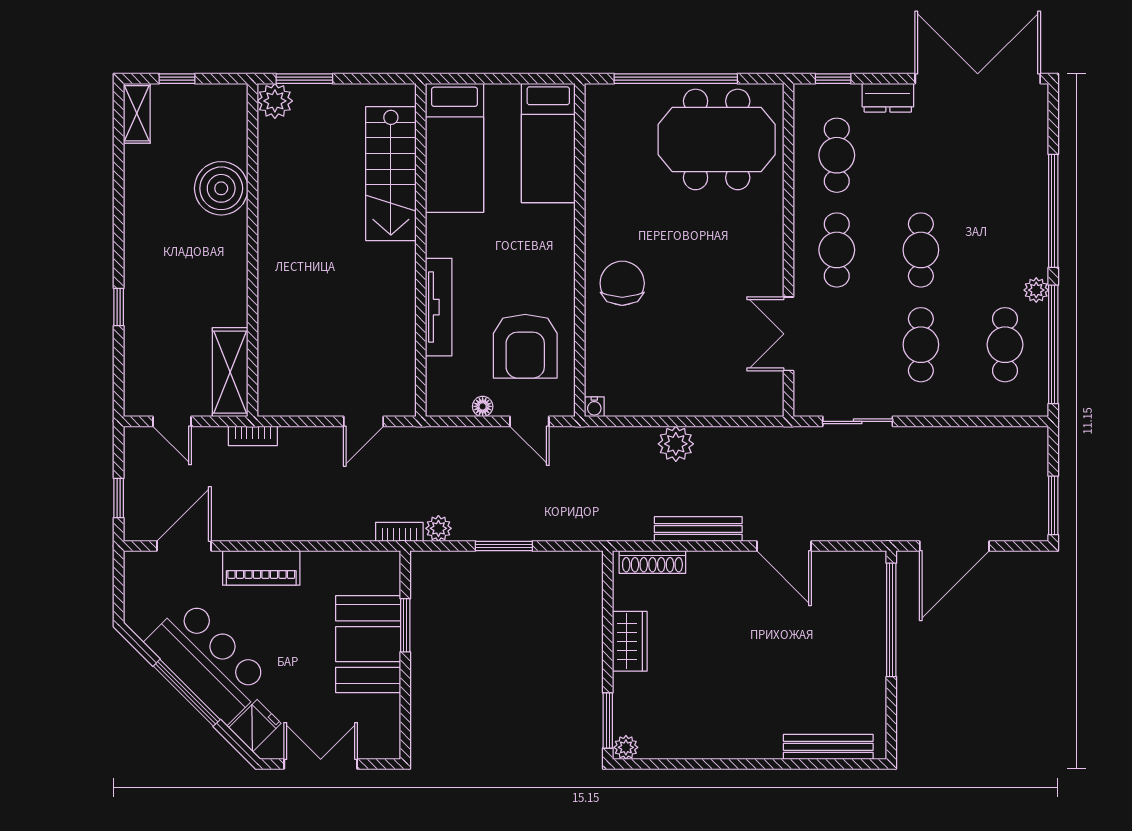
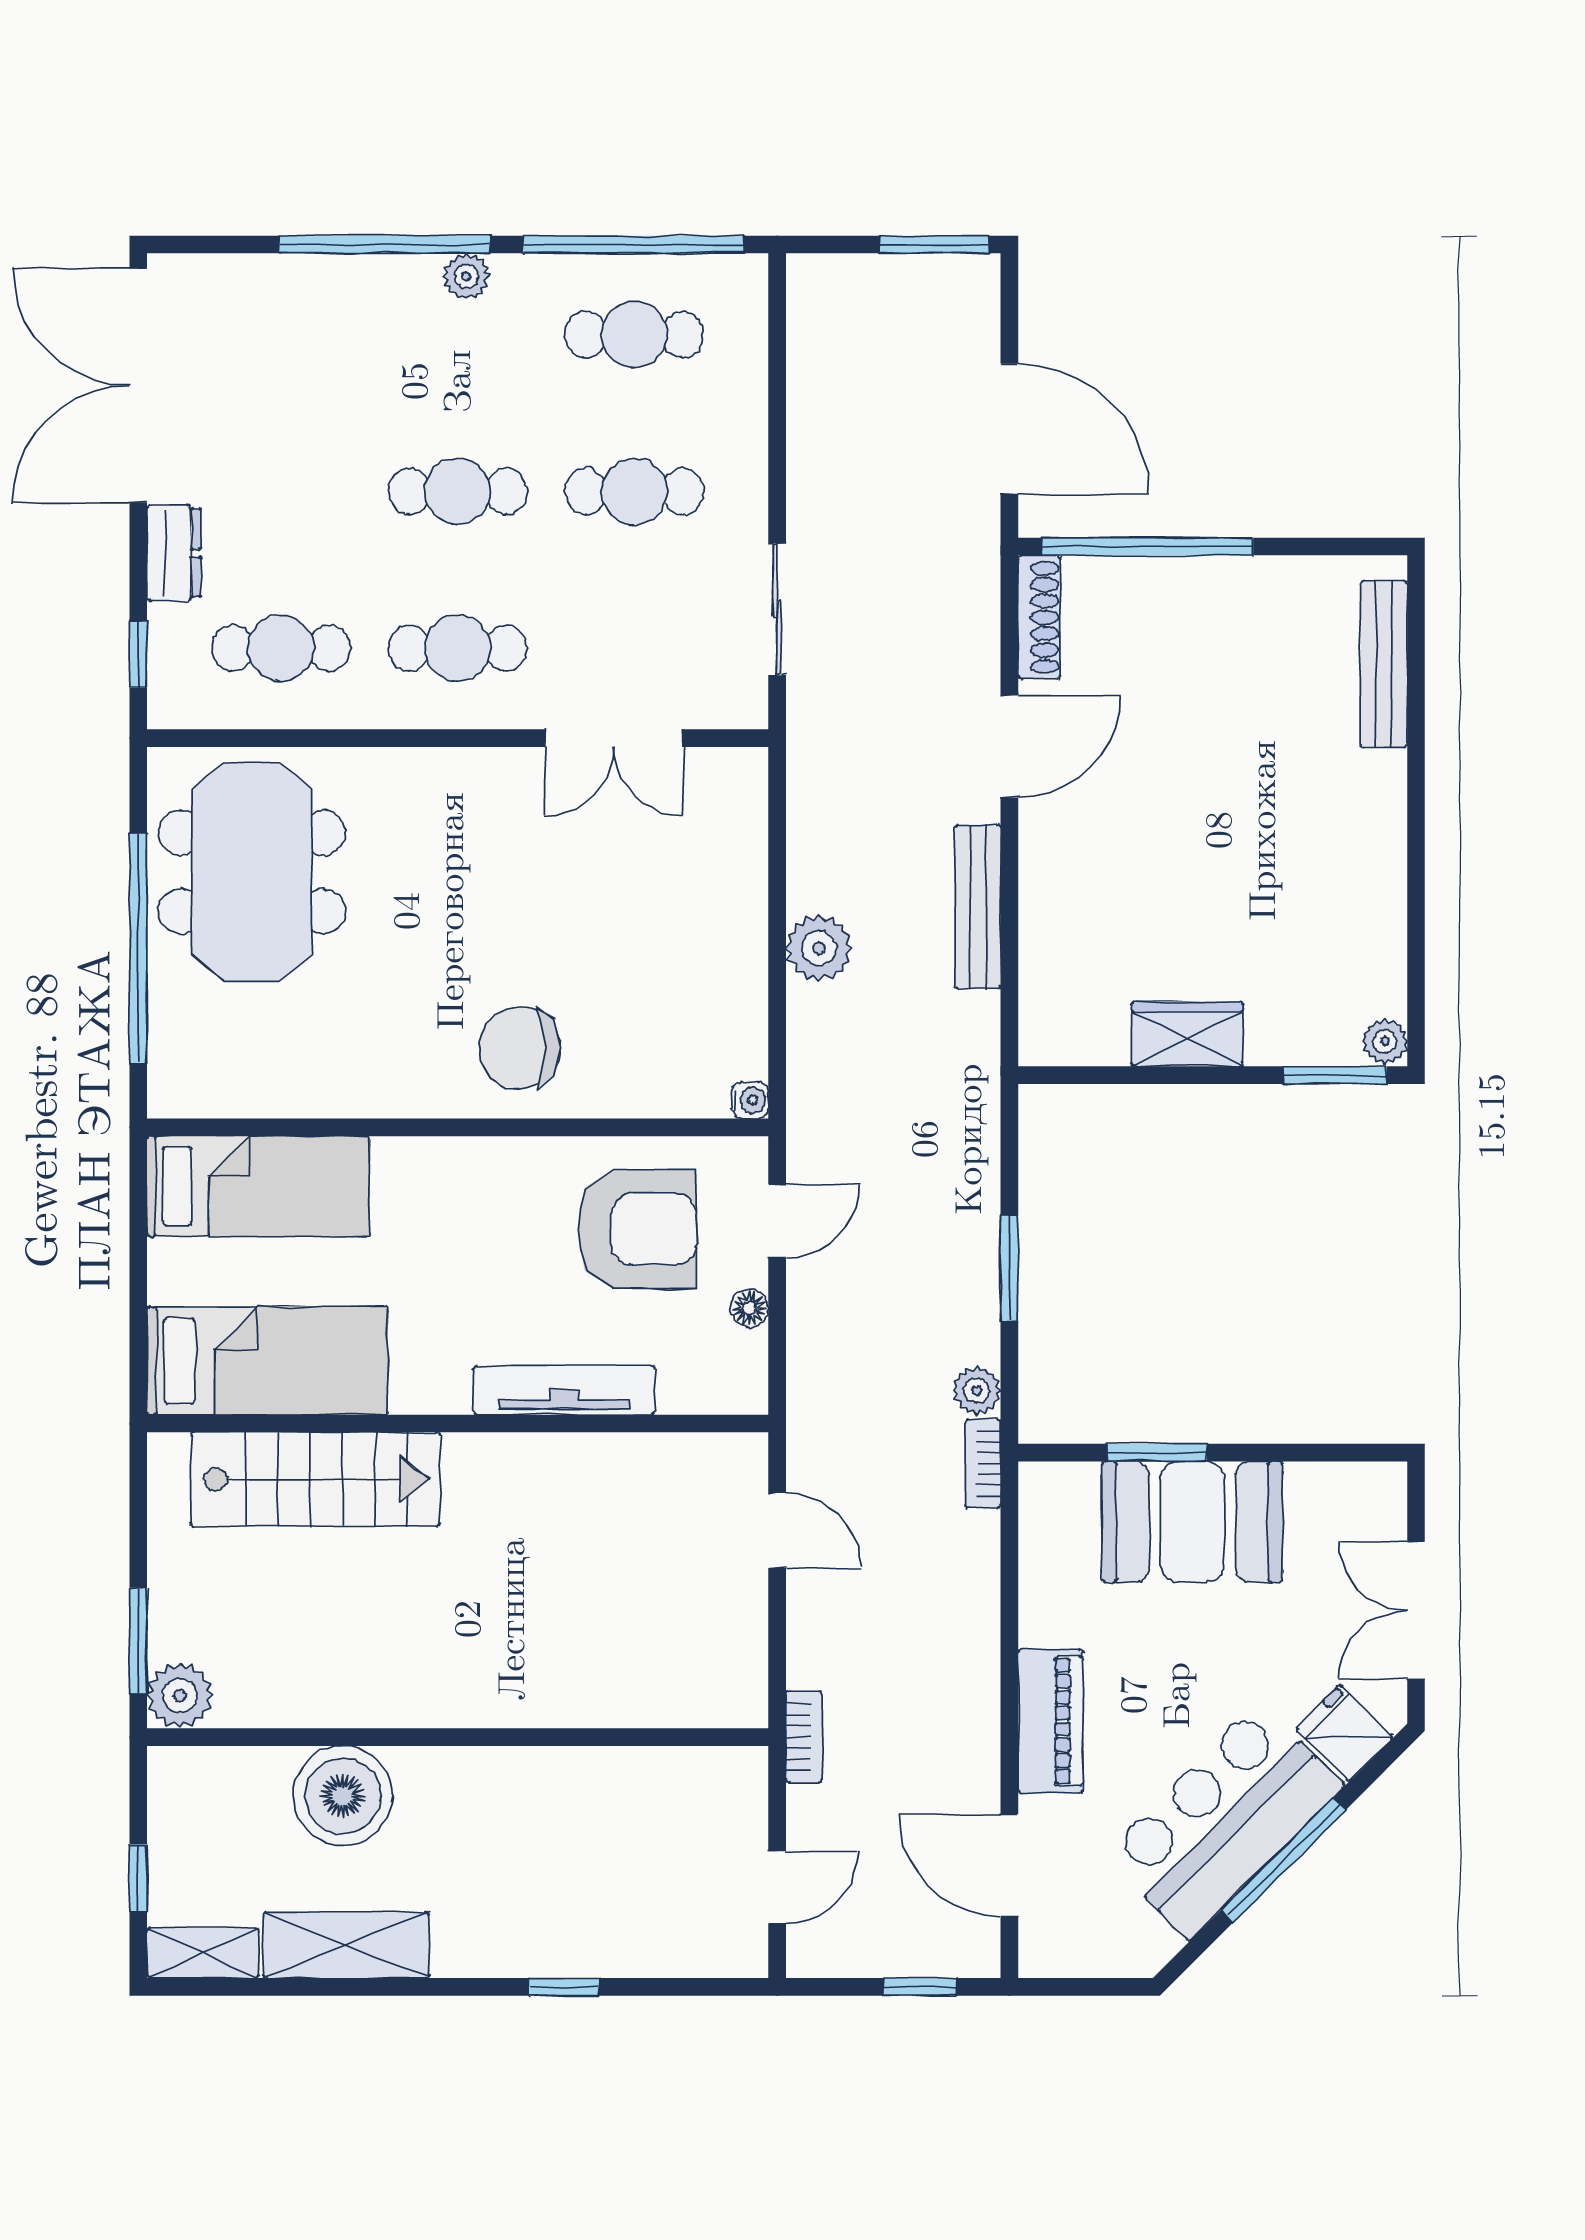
plant: (1036, 290) -> (466, 276), moved
shelving: (230, 372) -> (346, 1945), moved
shoe rack: (652, 562) -> (1039, 617), moved

